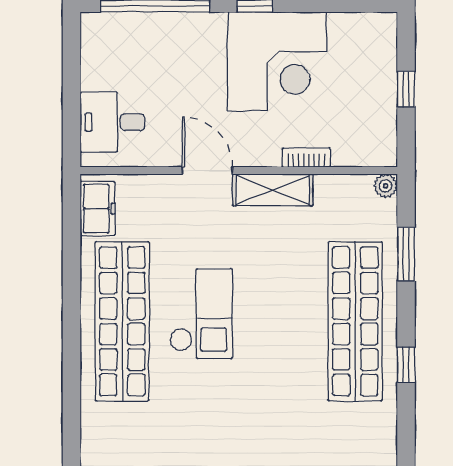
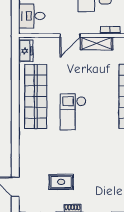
door: (207, 171) -> (70, 36), swing flipped
checkout: (201, 314) -> (73, 112), moved, turned 180

